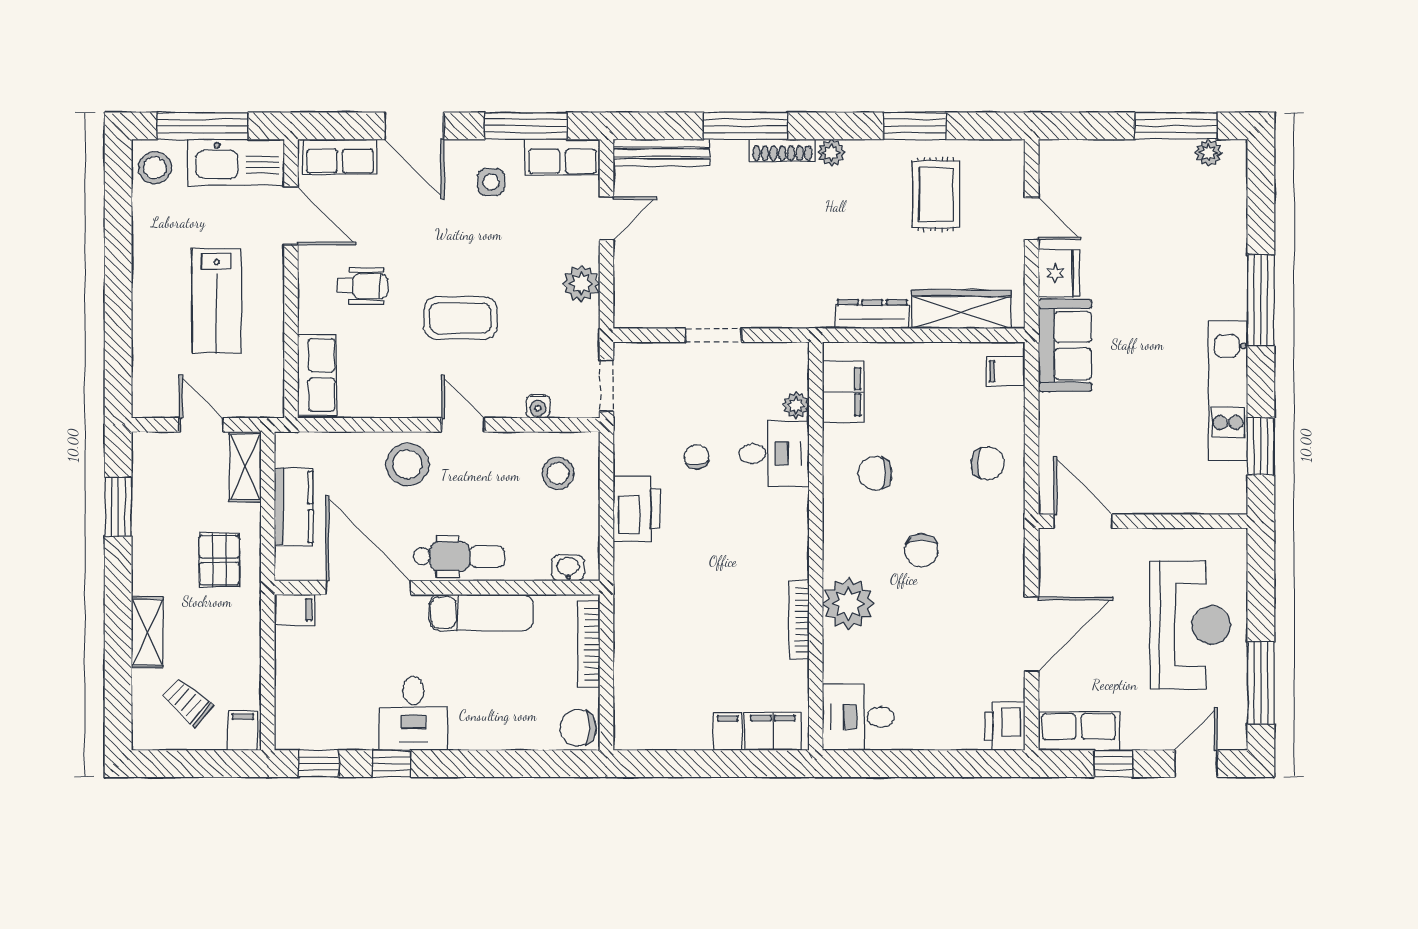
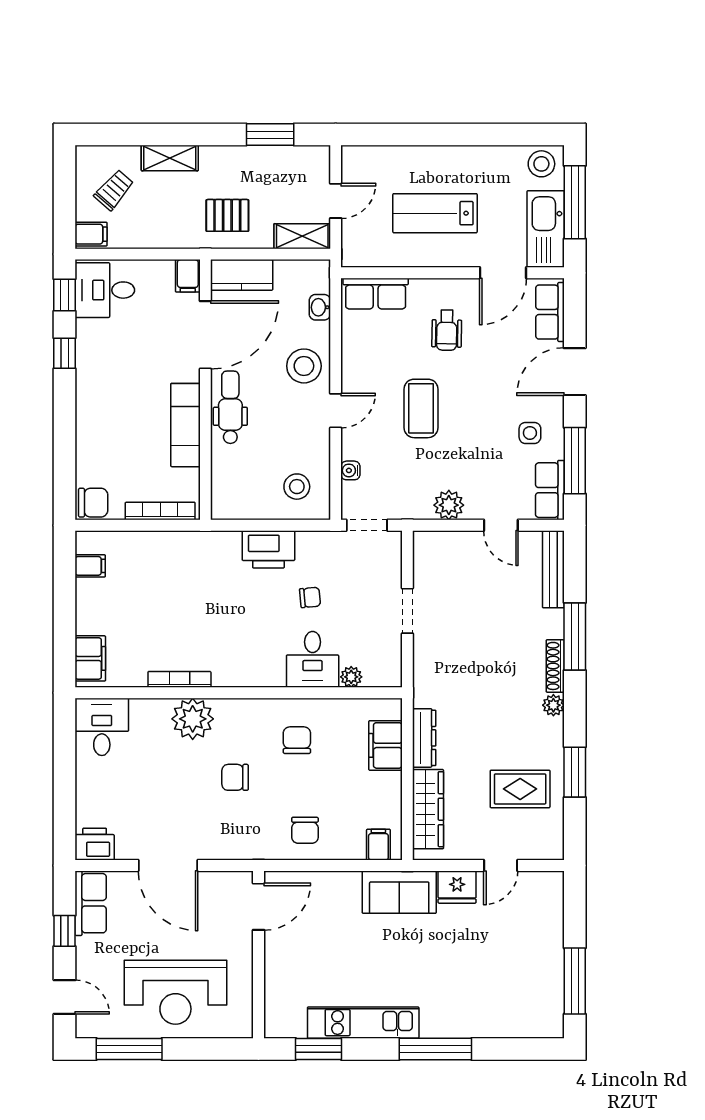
plant: (1209, 153) -> (553, 1007), removed
filing cabinet: (843, 392) -> (385, 745), moved, turned 90
kitchen counter: (294, 507) -> (242, 275), moved
dental chair: (459, 556) -> (230, 407), turned 180
washbasin: (568, 568) -> (320, 307), moved, turned 180
desk: (413, 713) -> (105, 290), moved
chair: (578, 728) -> (93, 503), turned 90
filing cabinet: (728, 732) -> (90, 566), moved

